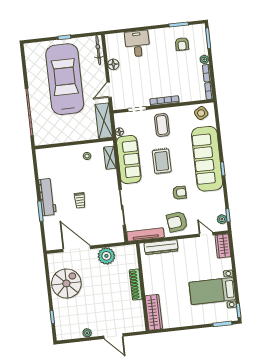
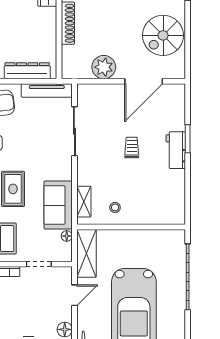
sofa: (129, 159) -> (58, 205), width x0.73
workbench: (47, 197) -> (176, 150), width x0.73
door: (77, 249) -> (144, 81), hinge flipped

